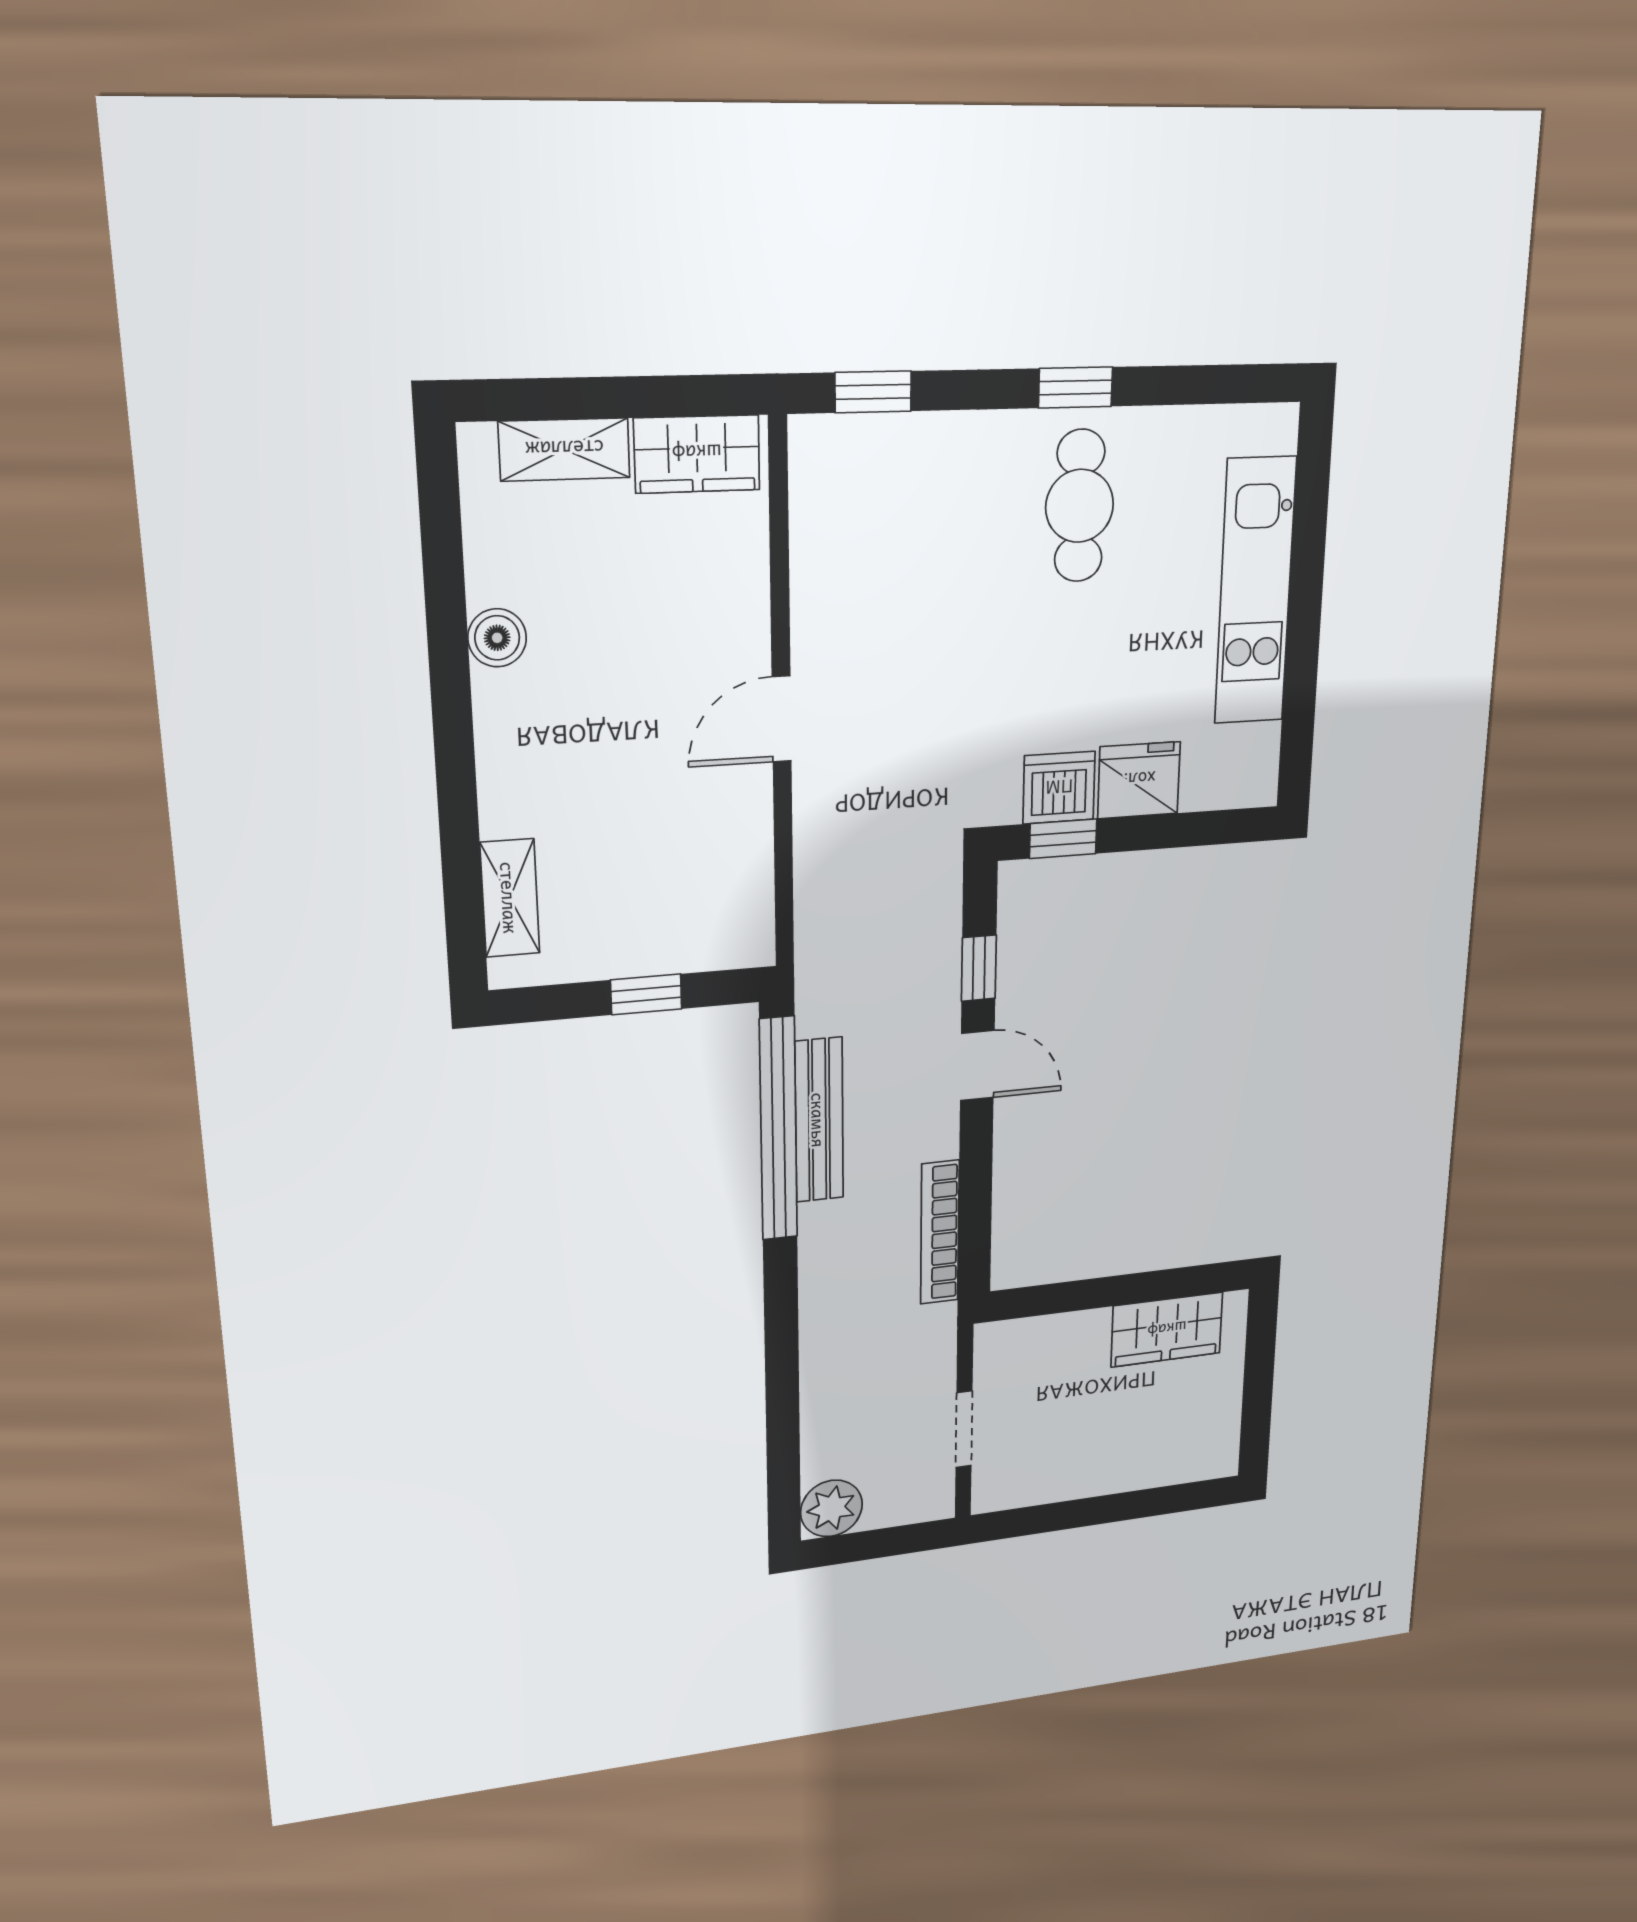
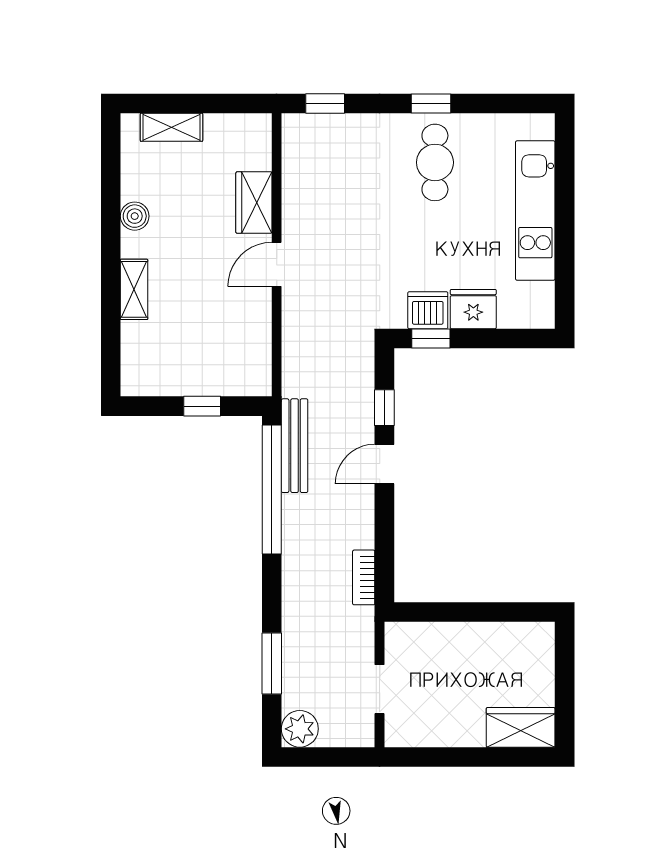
wardrobe: (697, 454) -> (254, 203), moved, turned 90
shelving: (510, 898) -> (134, 289), moved
door: (977, 1066) -> (384, 464), swing flipped
bench: (819, 1120) -> (295, 446), moved
bookcase: (940, 1232) -> (364, 577), width x0.64
wardrobe: (1167, 1330) -> (521, 727), moved, turned 180
window: (783, 1415) -> (272, 664), added

